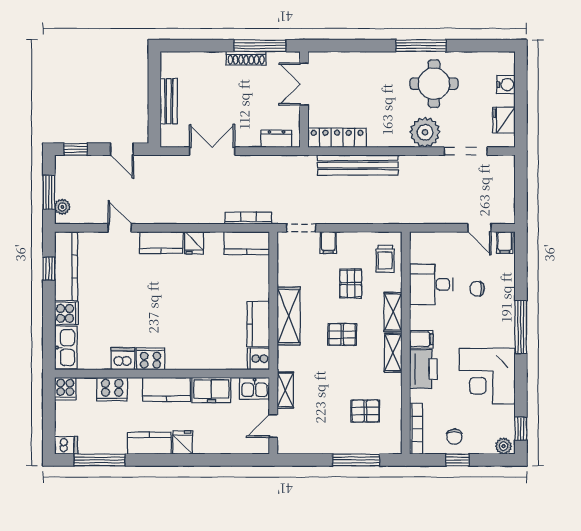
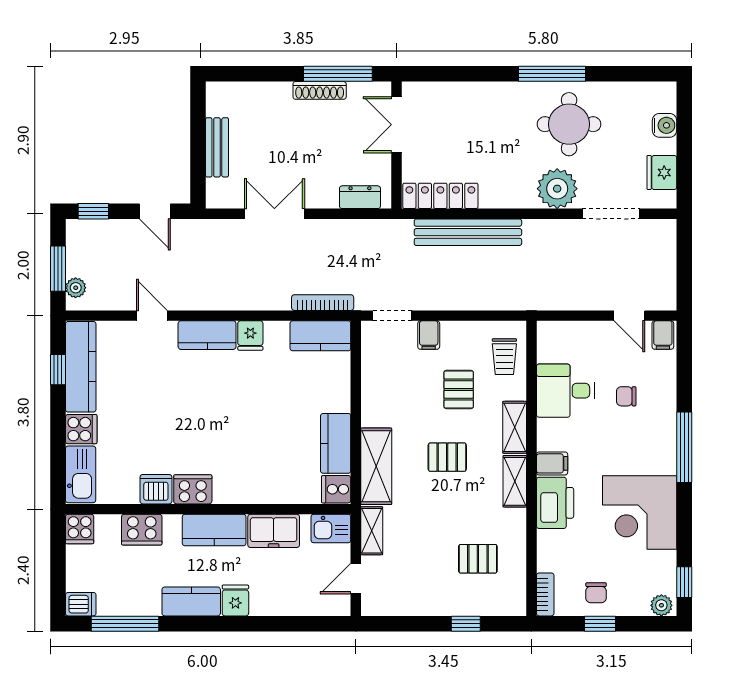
shelving: (289, 316) -> (376, 466), moved
bookcase: (416, 429) -> (545, 594), width x0.64
window: (356, 460) -> (466, 624), width x0.46

